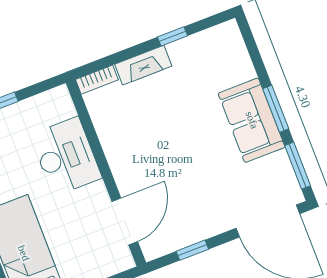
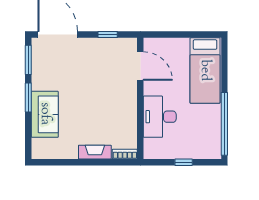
window: (172, 36) -> (72, 162), removed
sofa: (252, 120) -> (45, 114), moved
door: (125, 221) -> (140, 66), swing flipped

